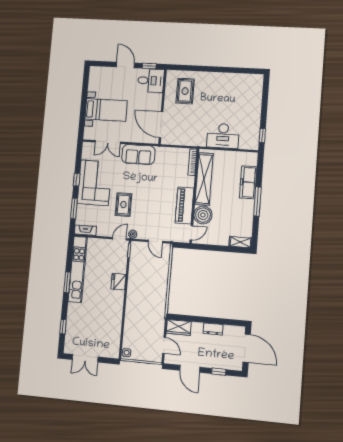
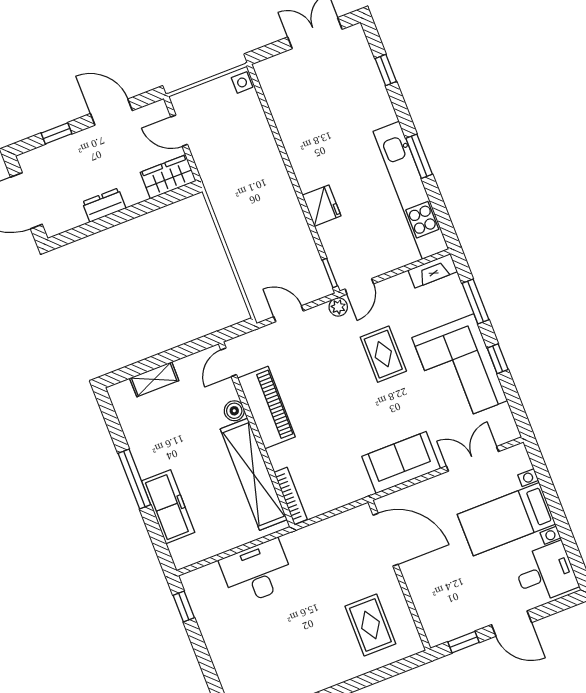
desk: (151, 81) -> (545, 573), moved, turned 180
boiler: (203, 215) -> (234, 411), width x0.54, depth x0.54
shelving: (240, 242) -> (154, 379), moved

